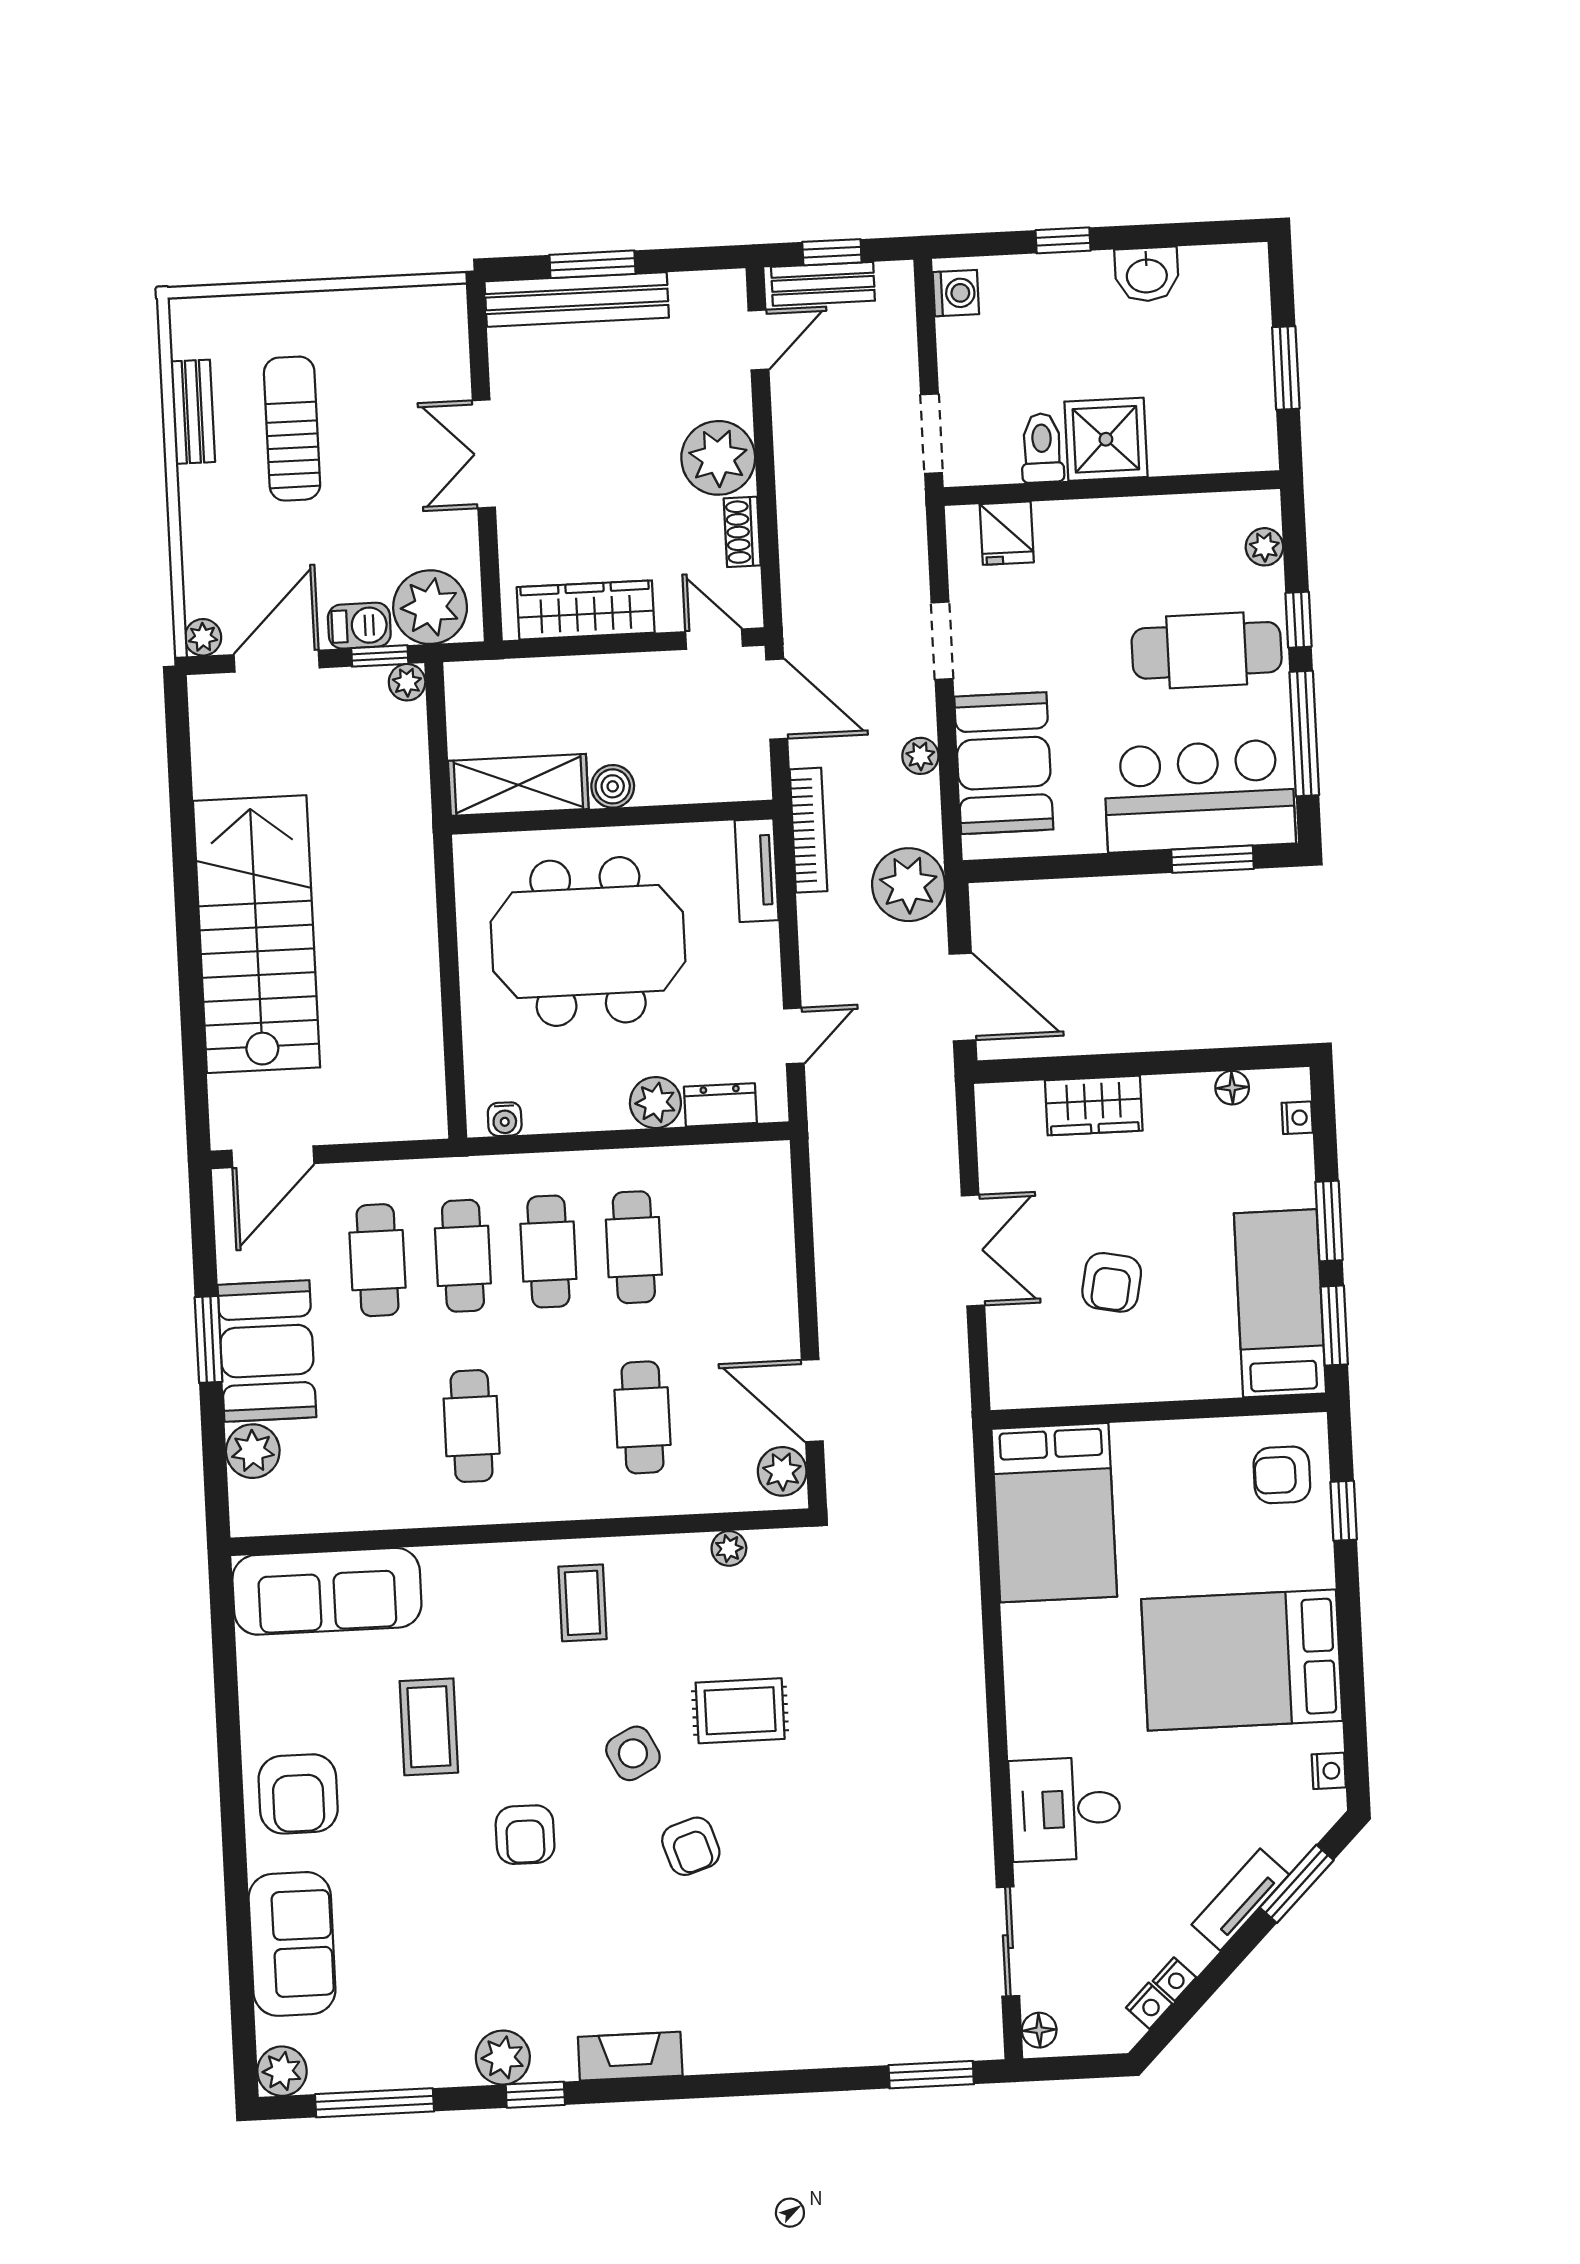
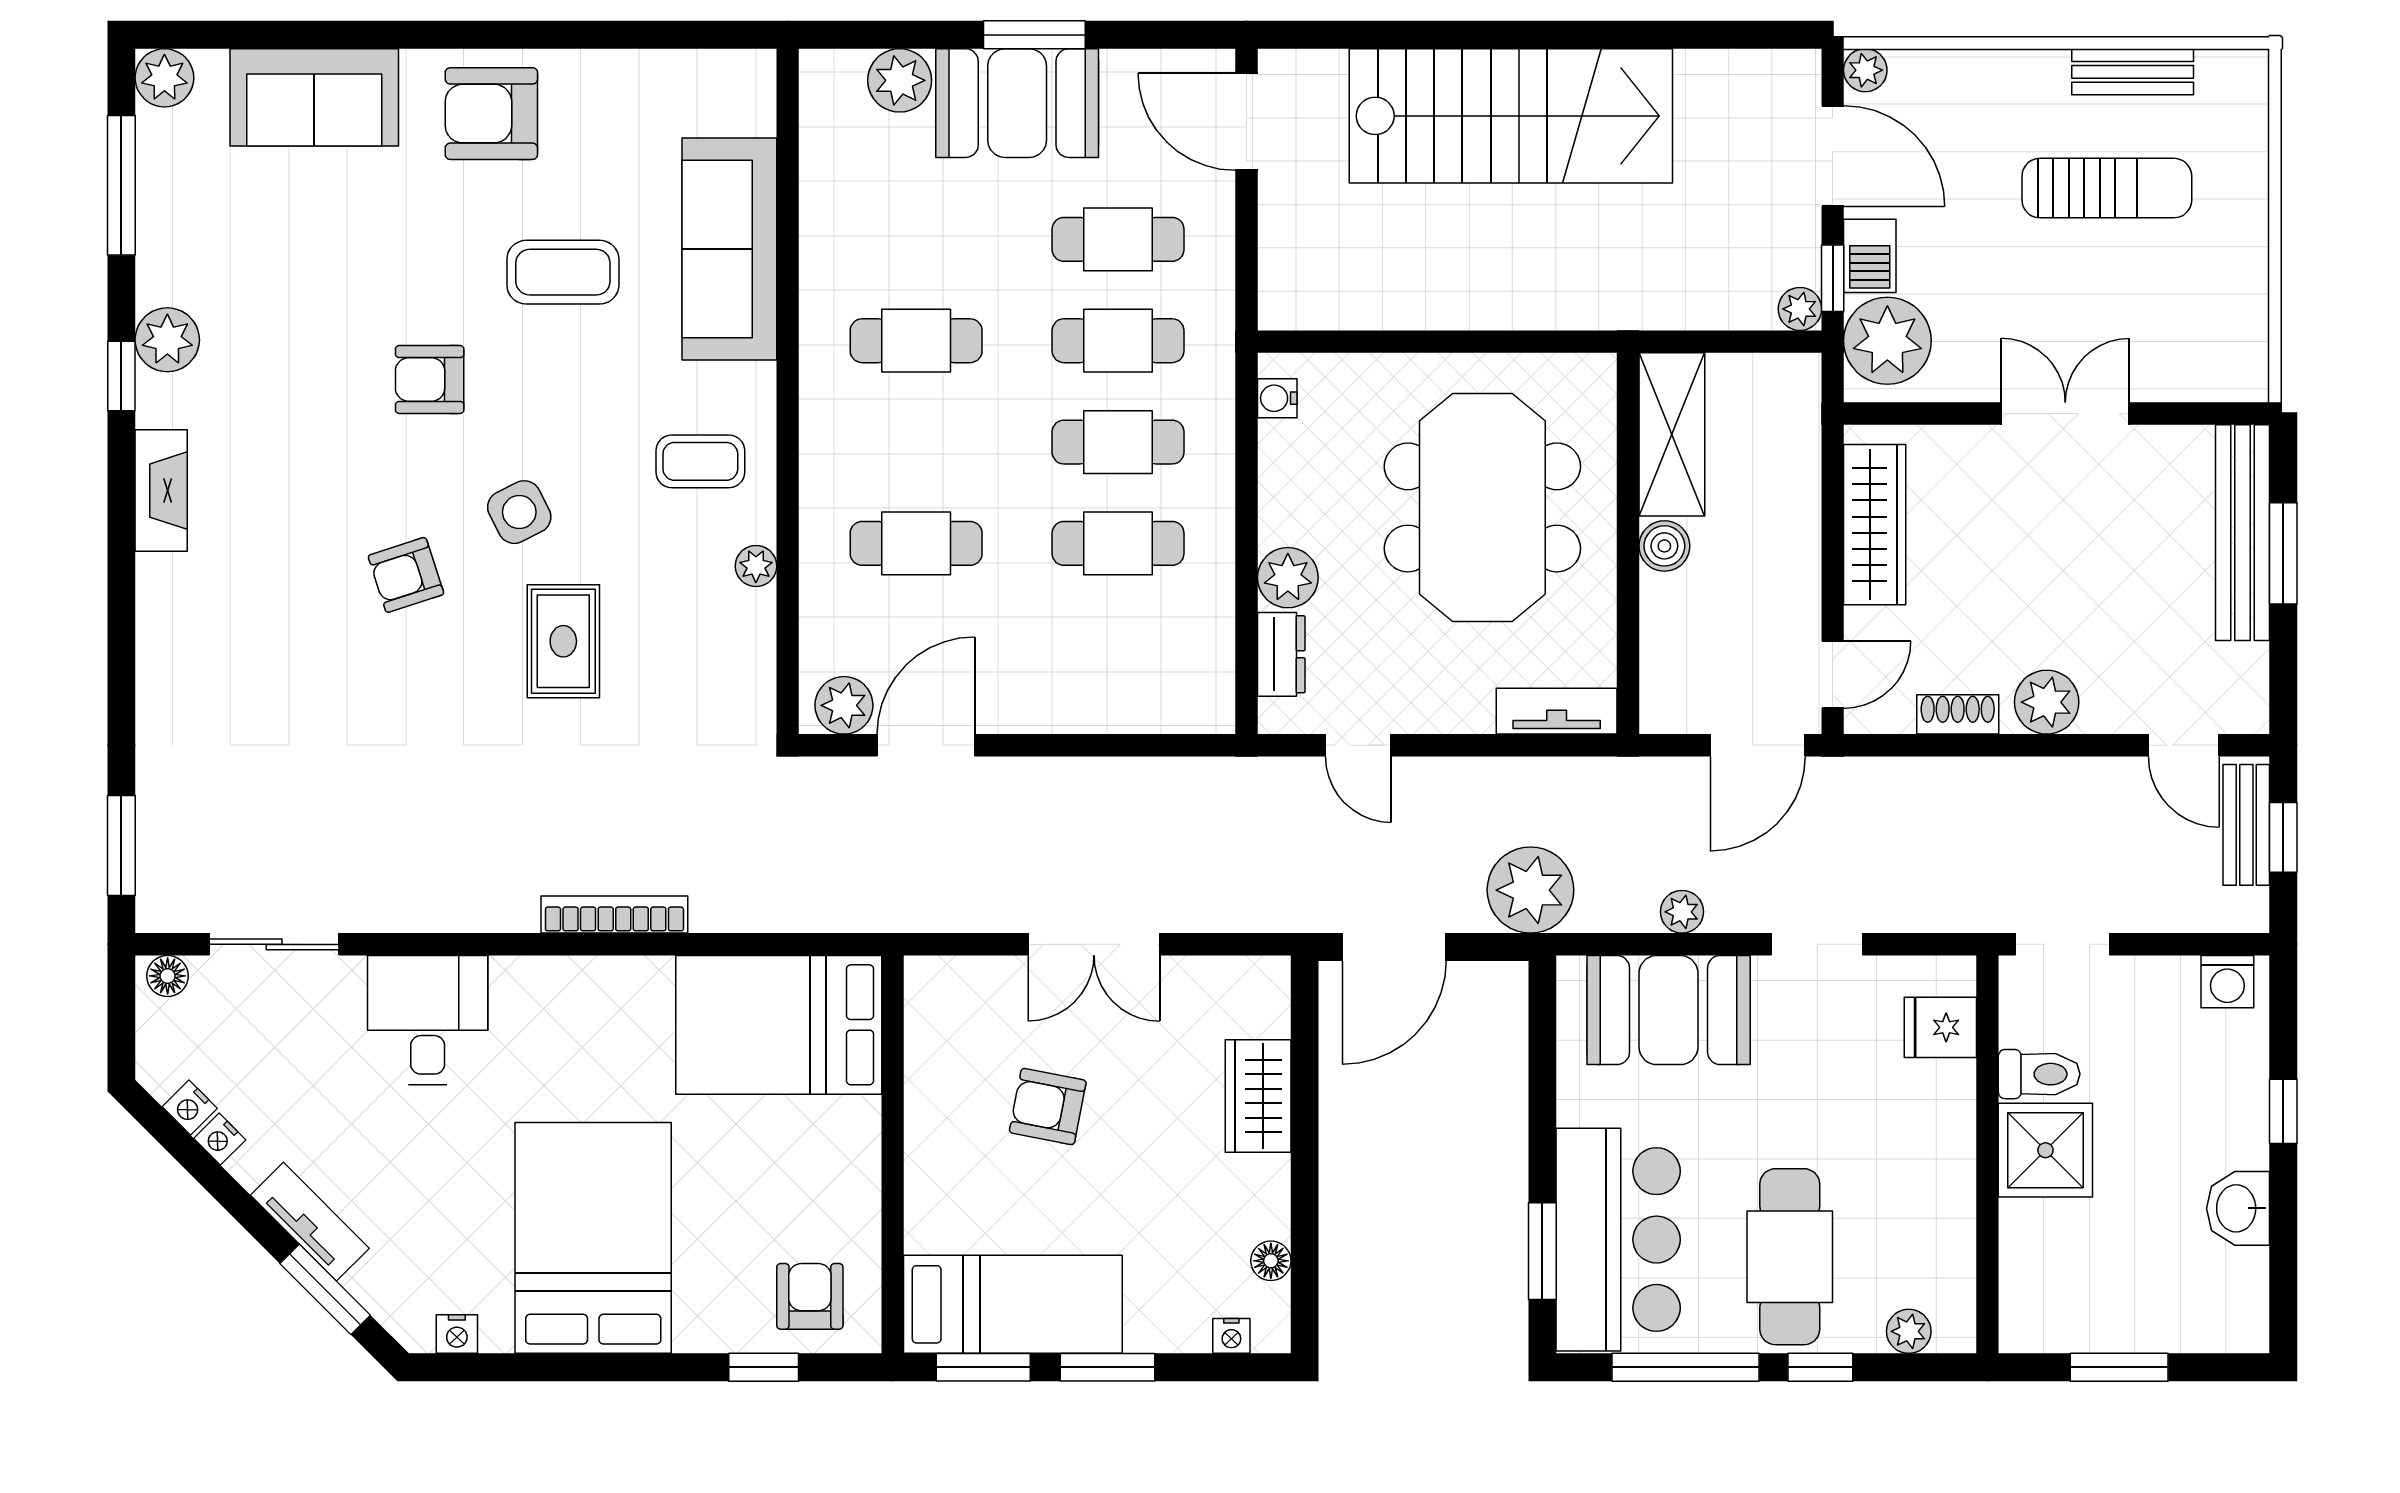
plant: (718, 458) -> (2047, 702), width x0.73, depth x0.73
bookcase: (809, 830) -> (614, 914), moved, turned 180
plant: (729, 1548) -> (756, 566), moved
sofa: (327, 1591) -> (729, 249), moved

